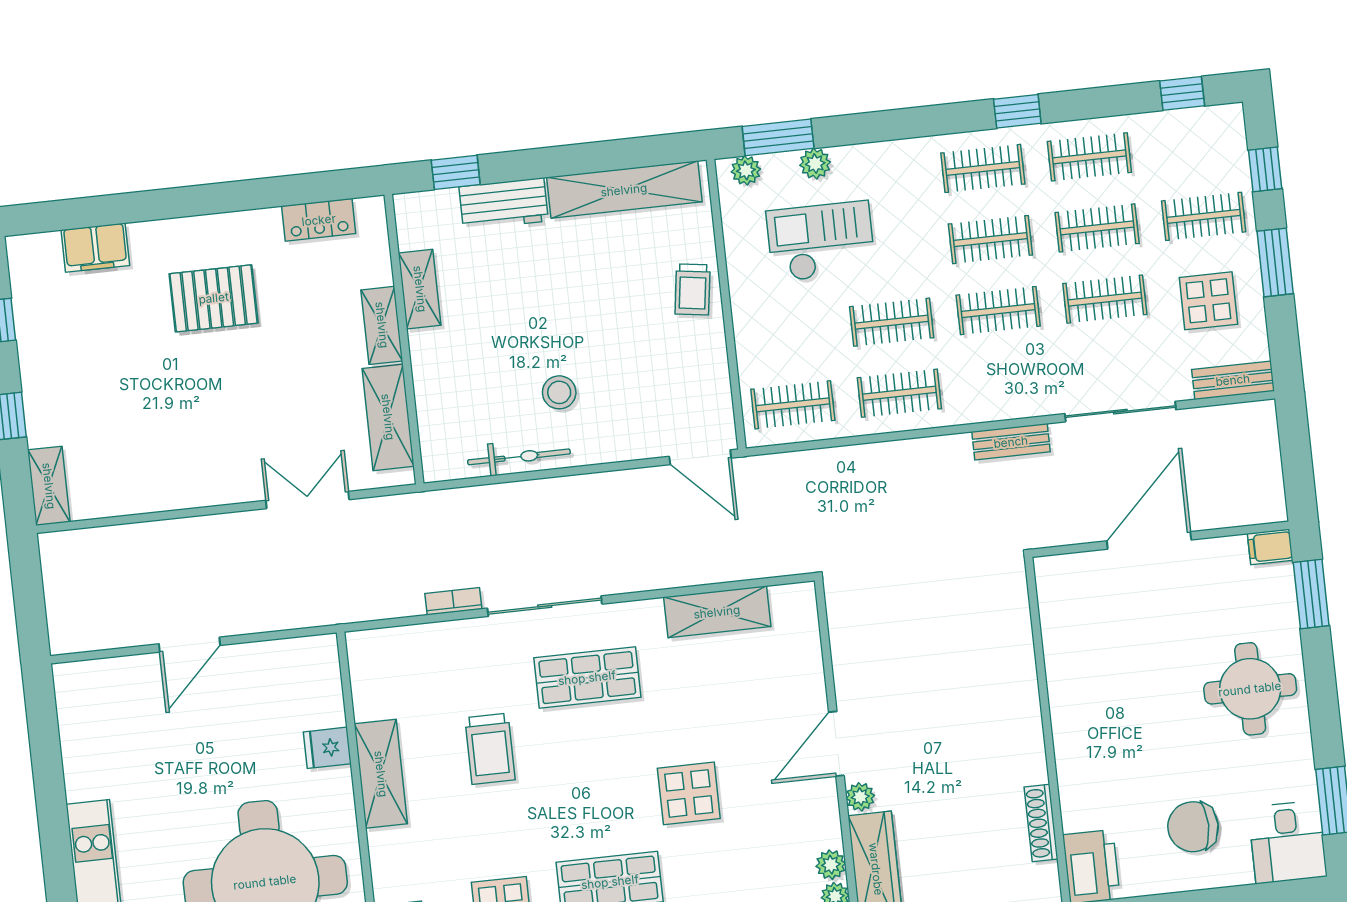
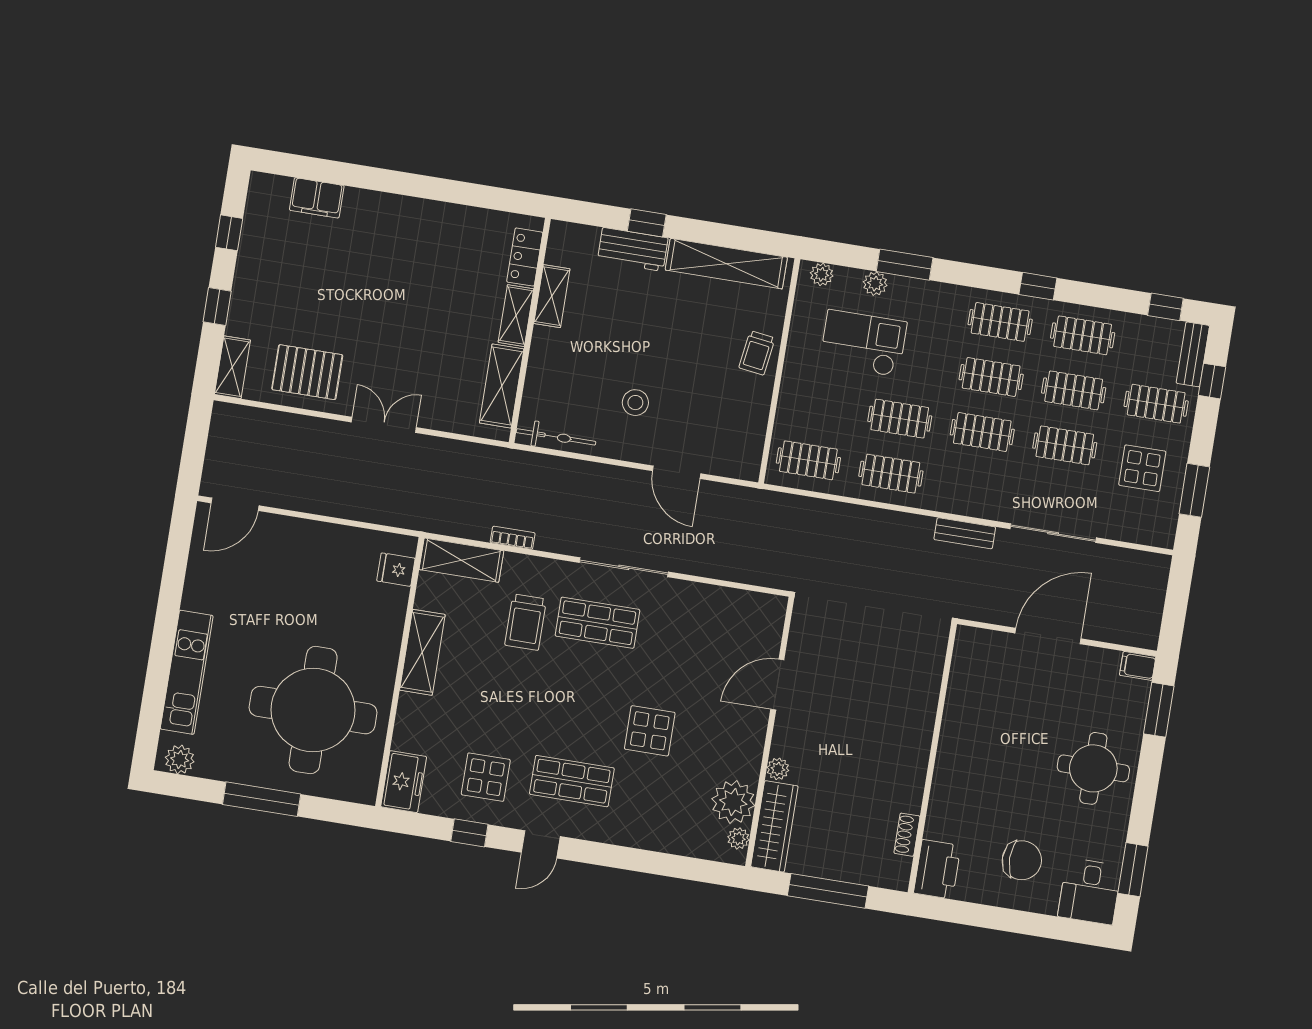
window: (778, 137) -> (905, 265), moved
window: (456, 172) -> (647, 223), moved
locker: (319, 220) -> (525, 257), moved, turned 90
window: (1275, 262) -> (1194, 490), moved
pallet: (214, 298) -> (307, 372), moved
bench: (1233, 380) -> (1193, 354), moved, turned 90
bicycle: (519, 457) -> (556, 437), moved
door: (700, 457) -> (677, 472), moved
double door: (308, 500) -> (384, 425), moved
sliding door: (545, 606) -> (624, 567), moved
shelving: (717, 612) -> (461, 560), moved
door: (190, 645) -> (235, 504), moved
door: (836, 744) -> (777, 685), moved
fridge: (327, 748) -> (396, 570), moved
trolley: (490, 749) -> (526, 622), moved
shoe rack: (1041, 823) -> (907, 835), width x0.70
chair: (1193, 827) -> (1022, 860), turned 180
plant: (831, 865) -> (733, 802), width x1.87, depth x1.87

